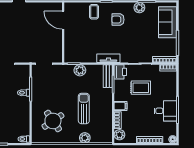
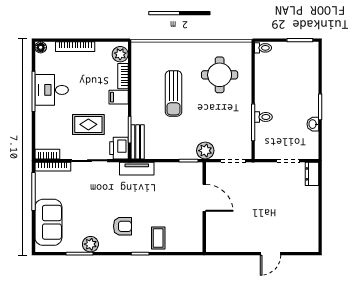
door: (63, 20) -> (204, 198), moved
plant: (80, 70) -> (205, 151), moved
round table: (53, 121) -> (220, 75), turned 34
plant: (85, 138) -> (172, 50), removed

